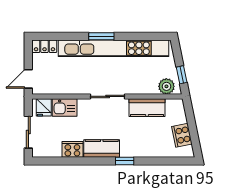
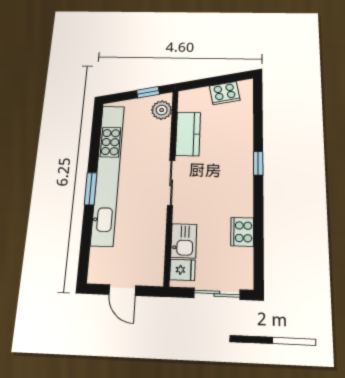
locker: (45, 46) -> (97, 266), removed
door: (28, 79) -> (122, 290), moved
kitchen counter: (102, 148) -> (241, 192), removed

